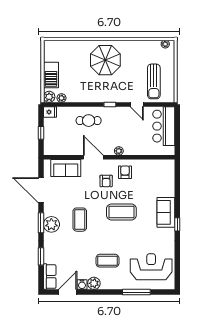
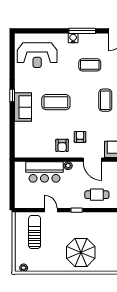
bar counter: (164, 126) -> (44, 172), moved, turned 90
coffee table: (121, 212) -> (56, 102), moved
coffee table: (107, 261) -> (90, 65), moved
plant: (94, 283) -> (92, 39), removed
water cooler: (82, 285) -> (73, 38), moved
window: (136, 292) -> (82, 31), moved

